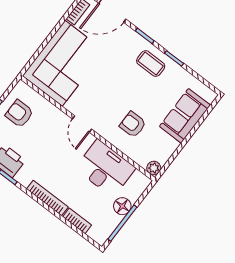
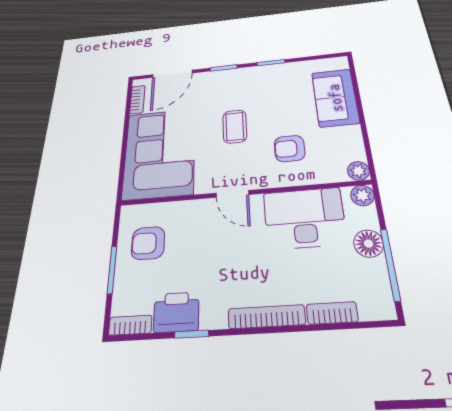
coffee table: (151, 64) -> (235, 126), moved, turned 90
plant: (143, 182) -> (362, 195), added

